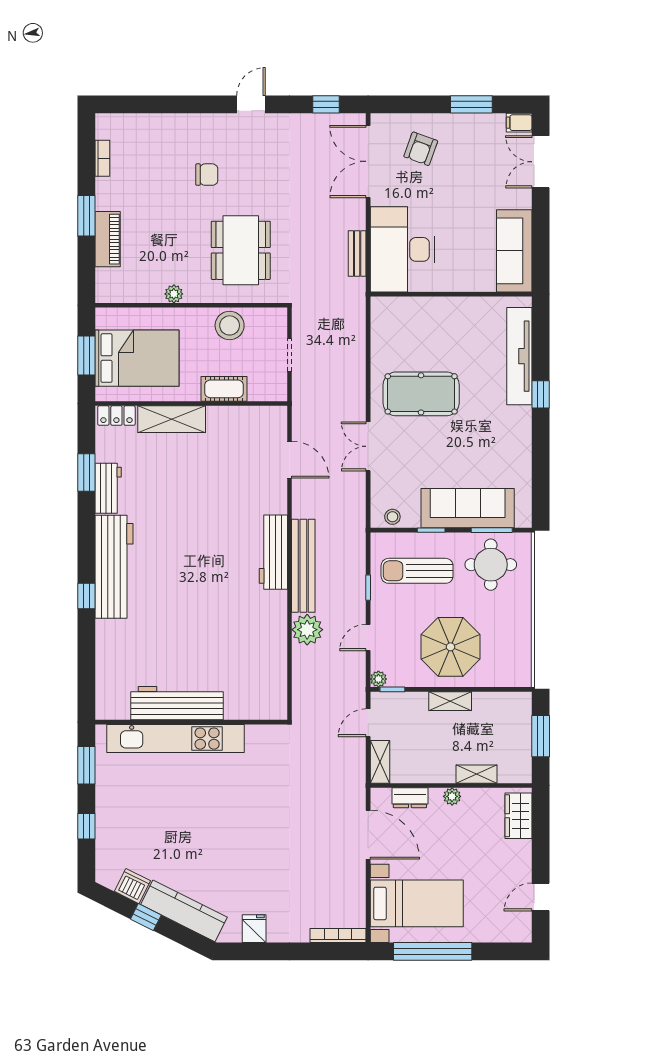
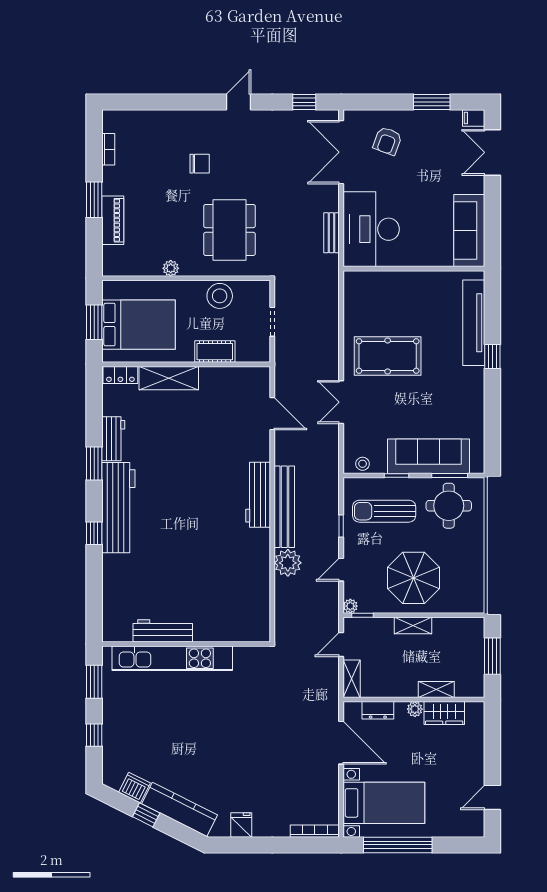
window: (86, 473) -> (94, 463), moved
workbench: (177, 703) -> (163, 631), width x0.73, depth x0.76
wardrobe: (519, 816) -> (444, 713), moved, turned -90

